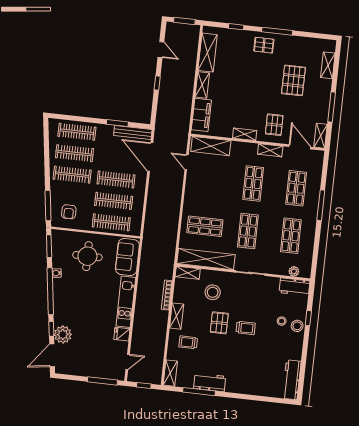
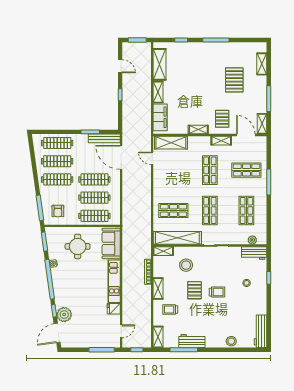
pallet: (264, 45) -> (206, 53), removed
shop shelf: (296, 188) -> (246, 170), turned 90
stool: (297, 326) -> (231, 341), moved

